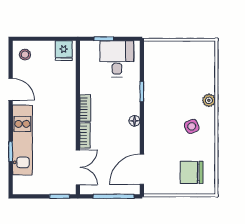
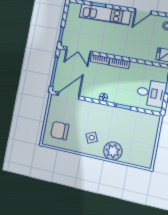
plant: (209, 100) -> (113, 151), width x1.88, depth x1.88
door: (142, 169) -> (69, 96), hinge flipped
chair: (192, 172) -> (60, 131), turned -90

